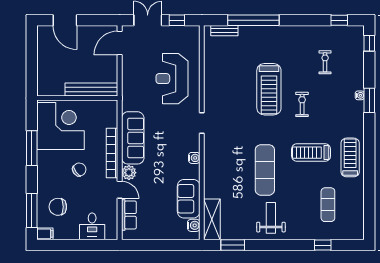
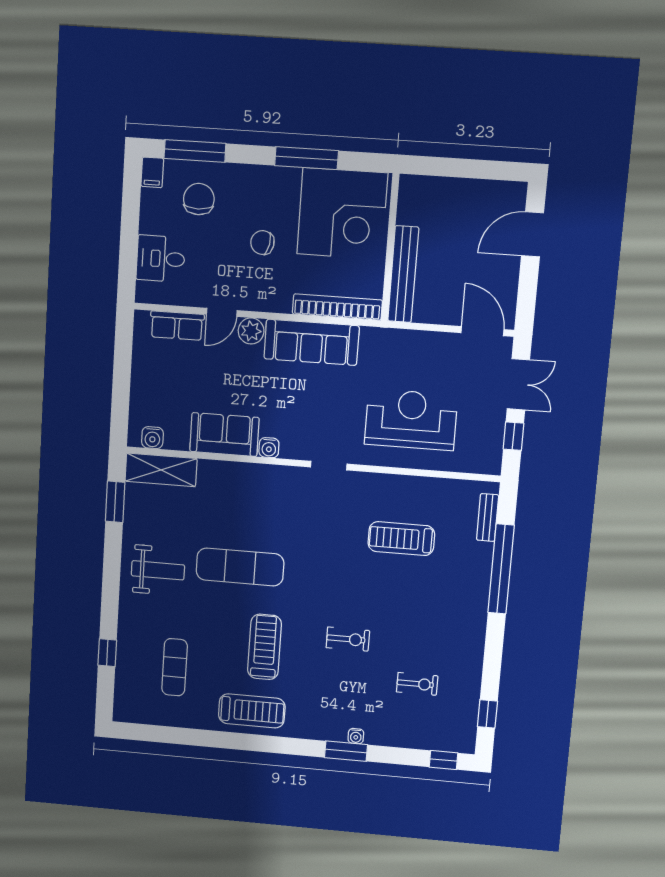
treadmill: (269, 89) -> (401, 539), moved, width x0.73, depth x0.73
bookcase: (112, 153) -> (337, 307), moved
chair: (79, 169) -> (262, 243), turned 136
sofa: (189, 199) -> (224, 434), moved
exercise mat: (328, 205) -> (174, 667), turned 90

